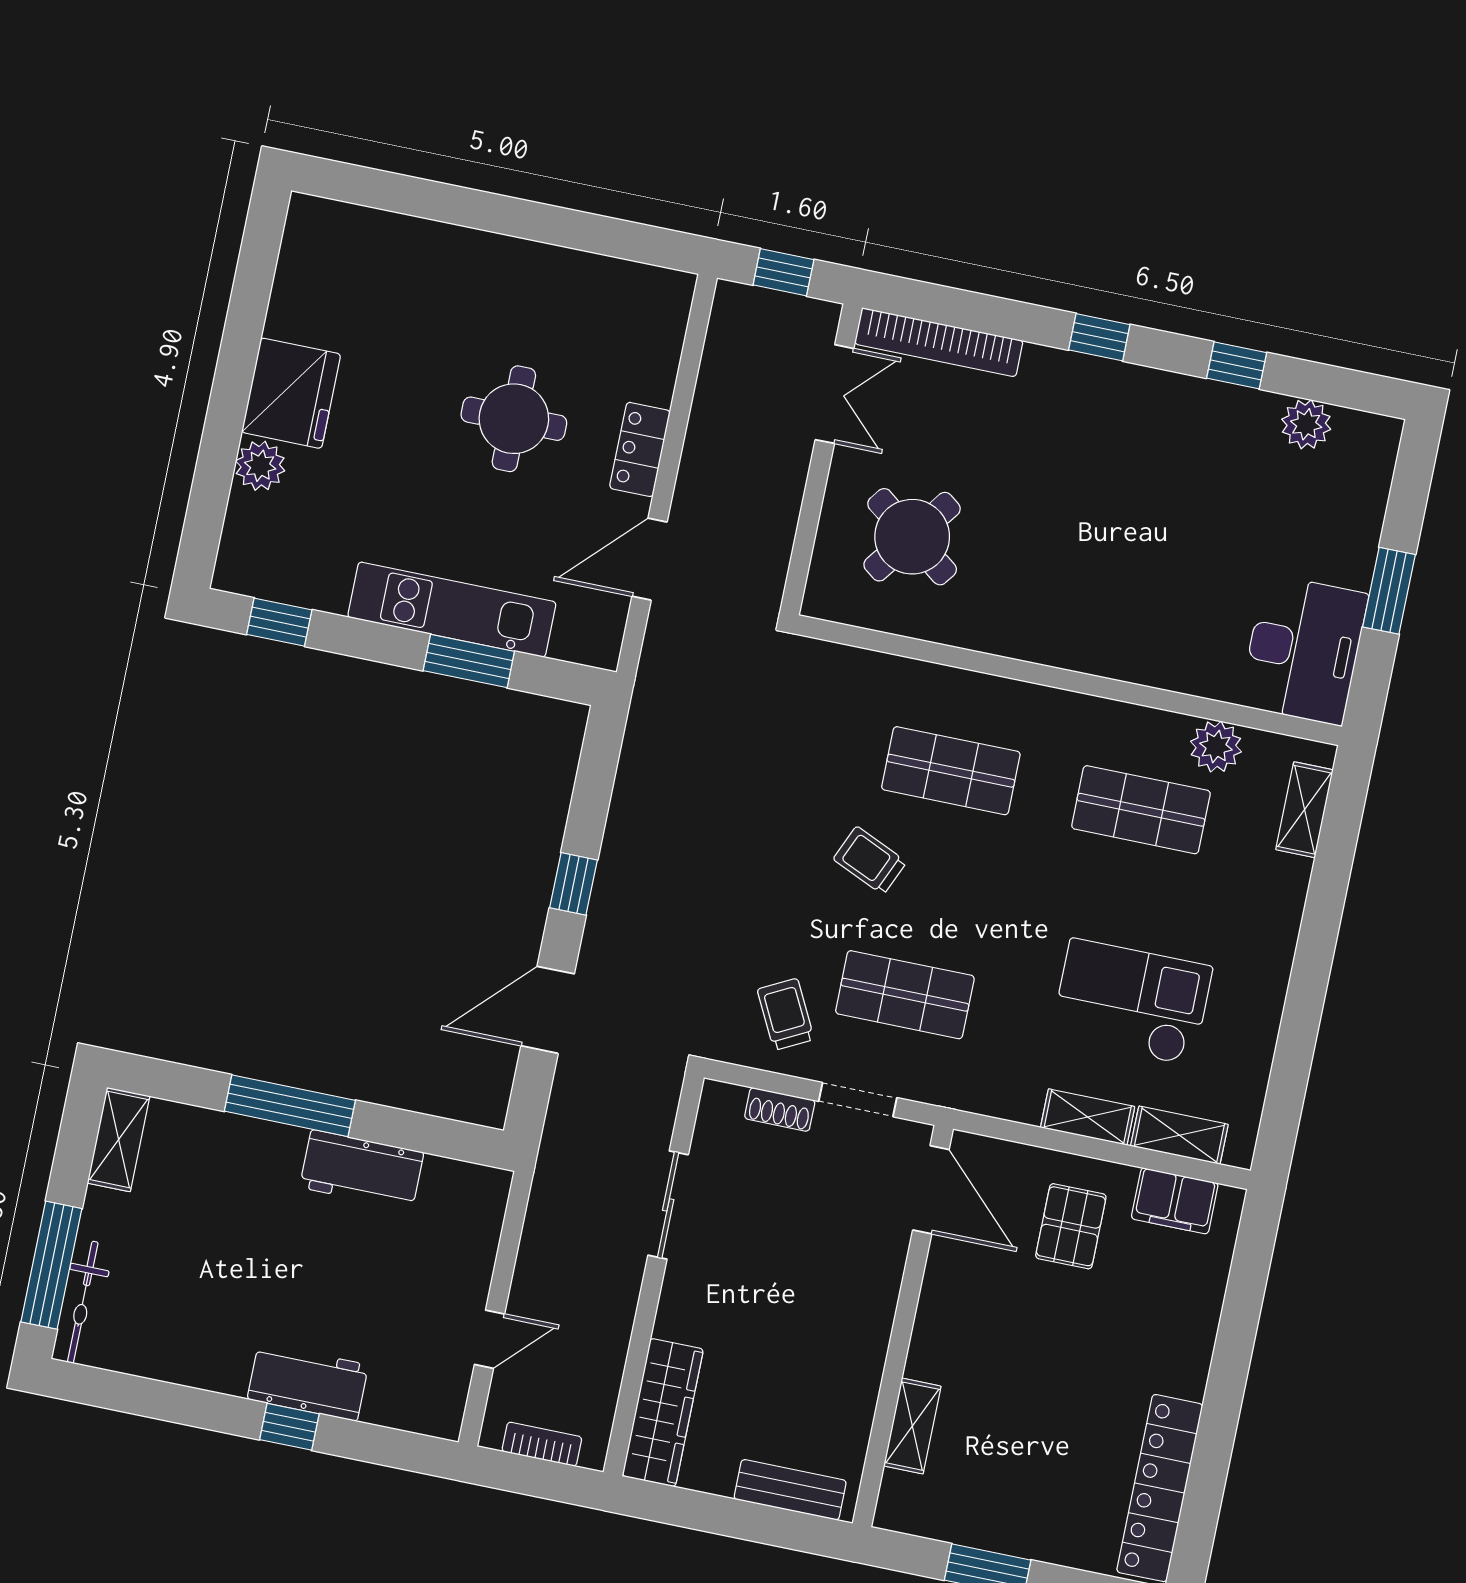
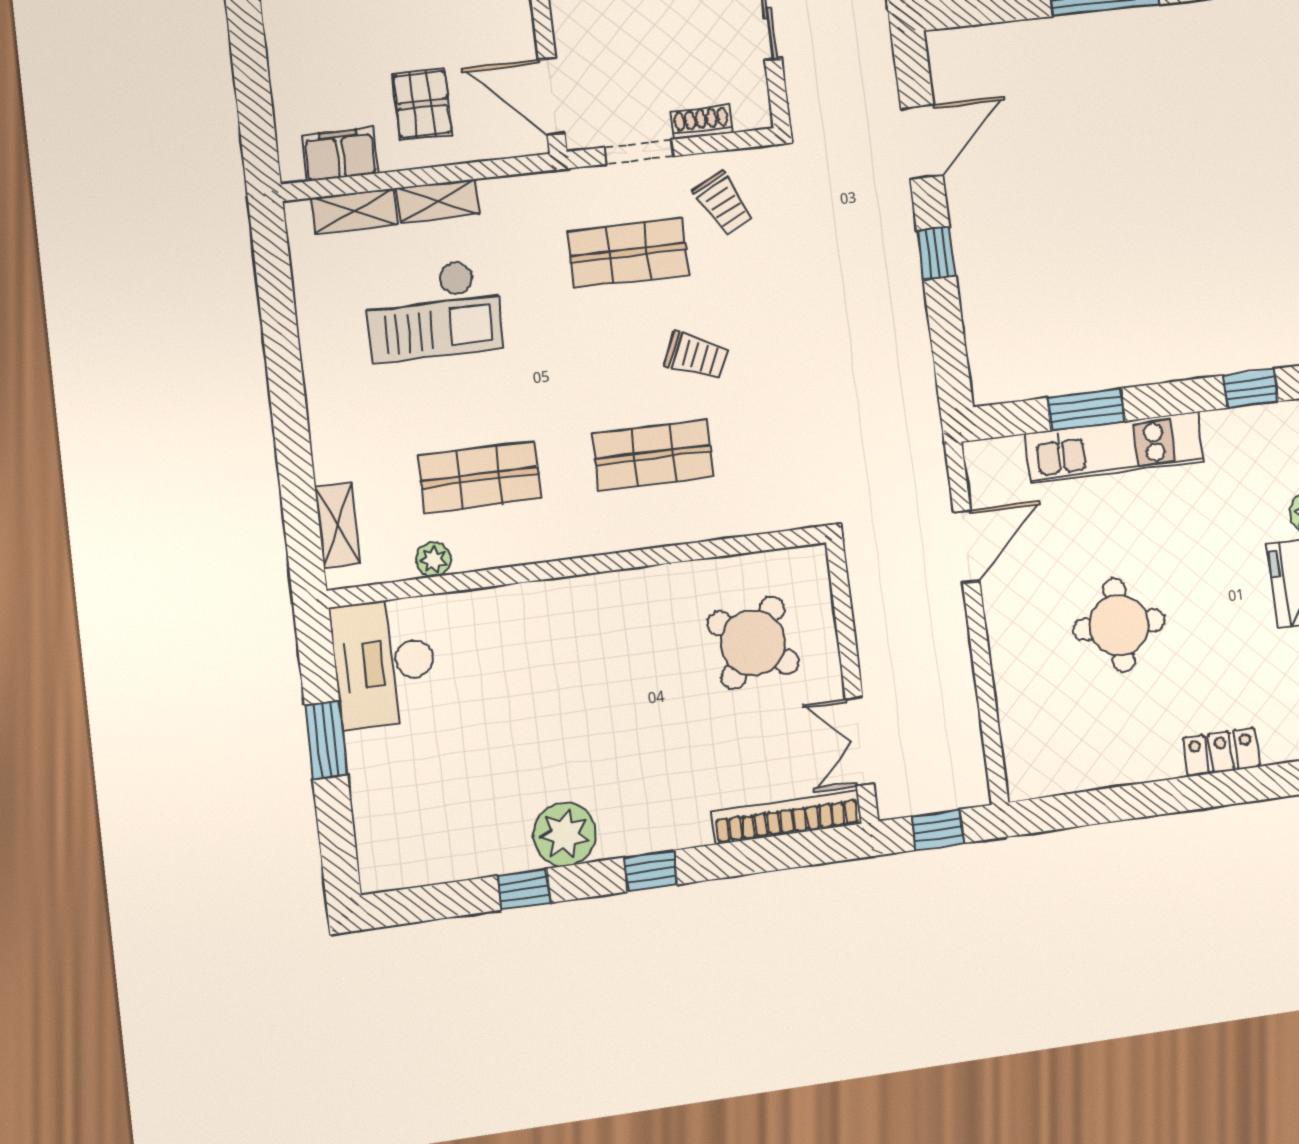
plant: (1306, 424) -> (565, 834), moved, width x1.36, depth x1.36
locker: (640, 449) -> (1221, 752), moved, turned -90
plant: (1216, 747) -> (433, 560), width x0.73, depth x0.73

